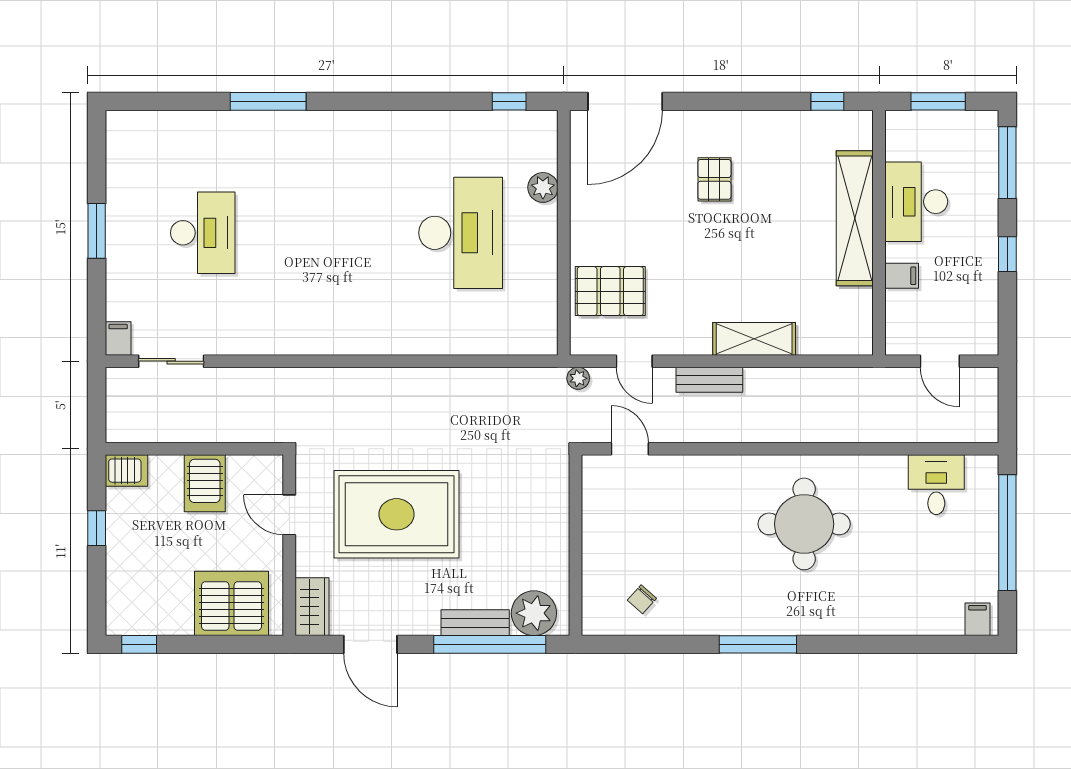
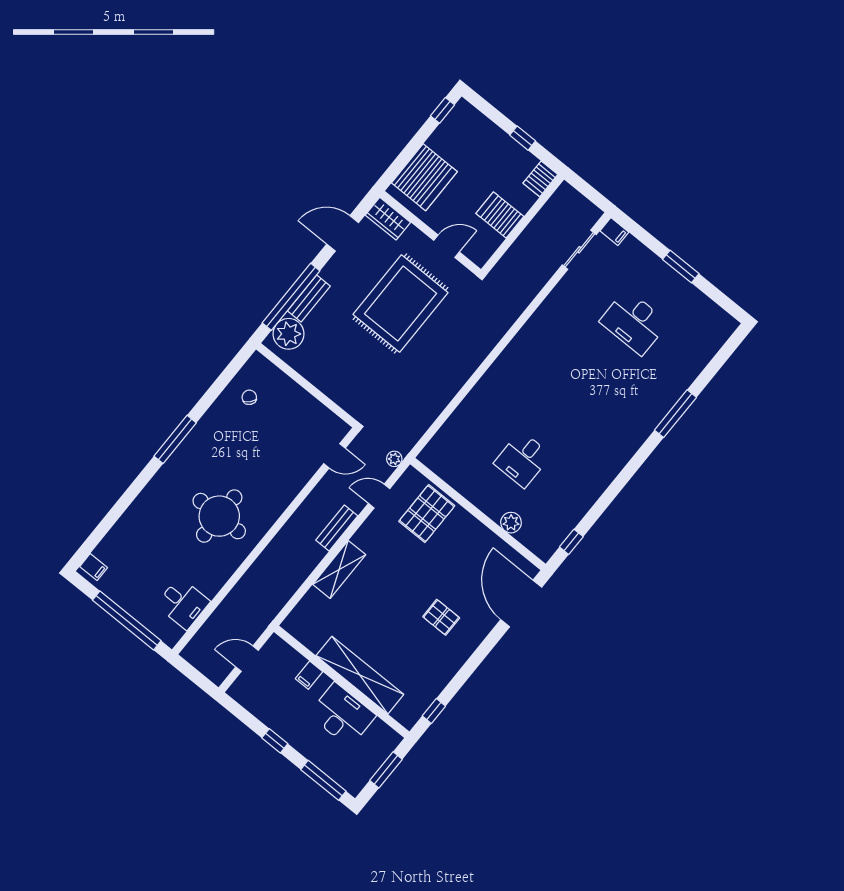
desk: (461, 233) -> (522, 459), width x0.53, depth x0.77

